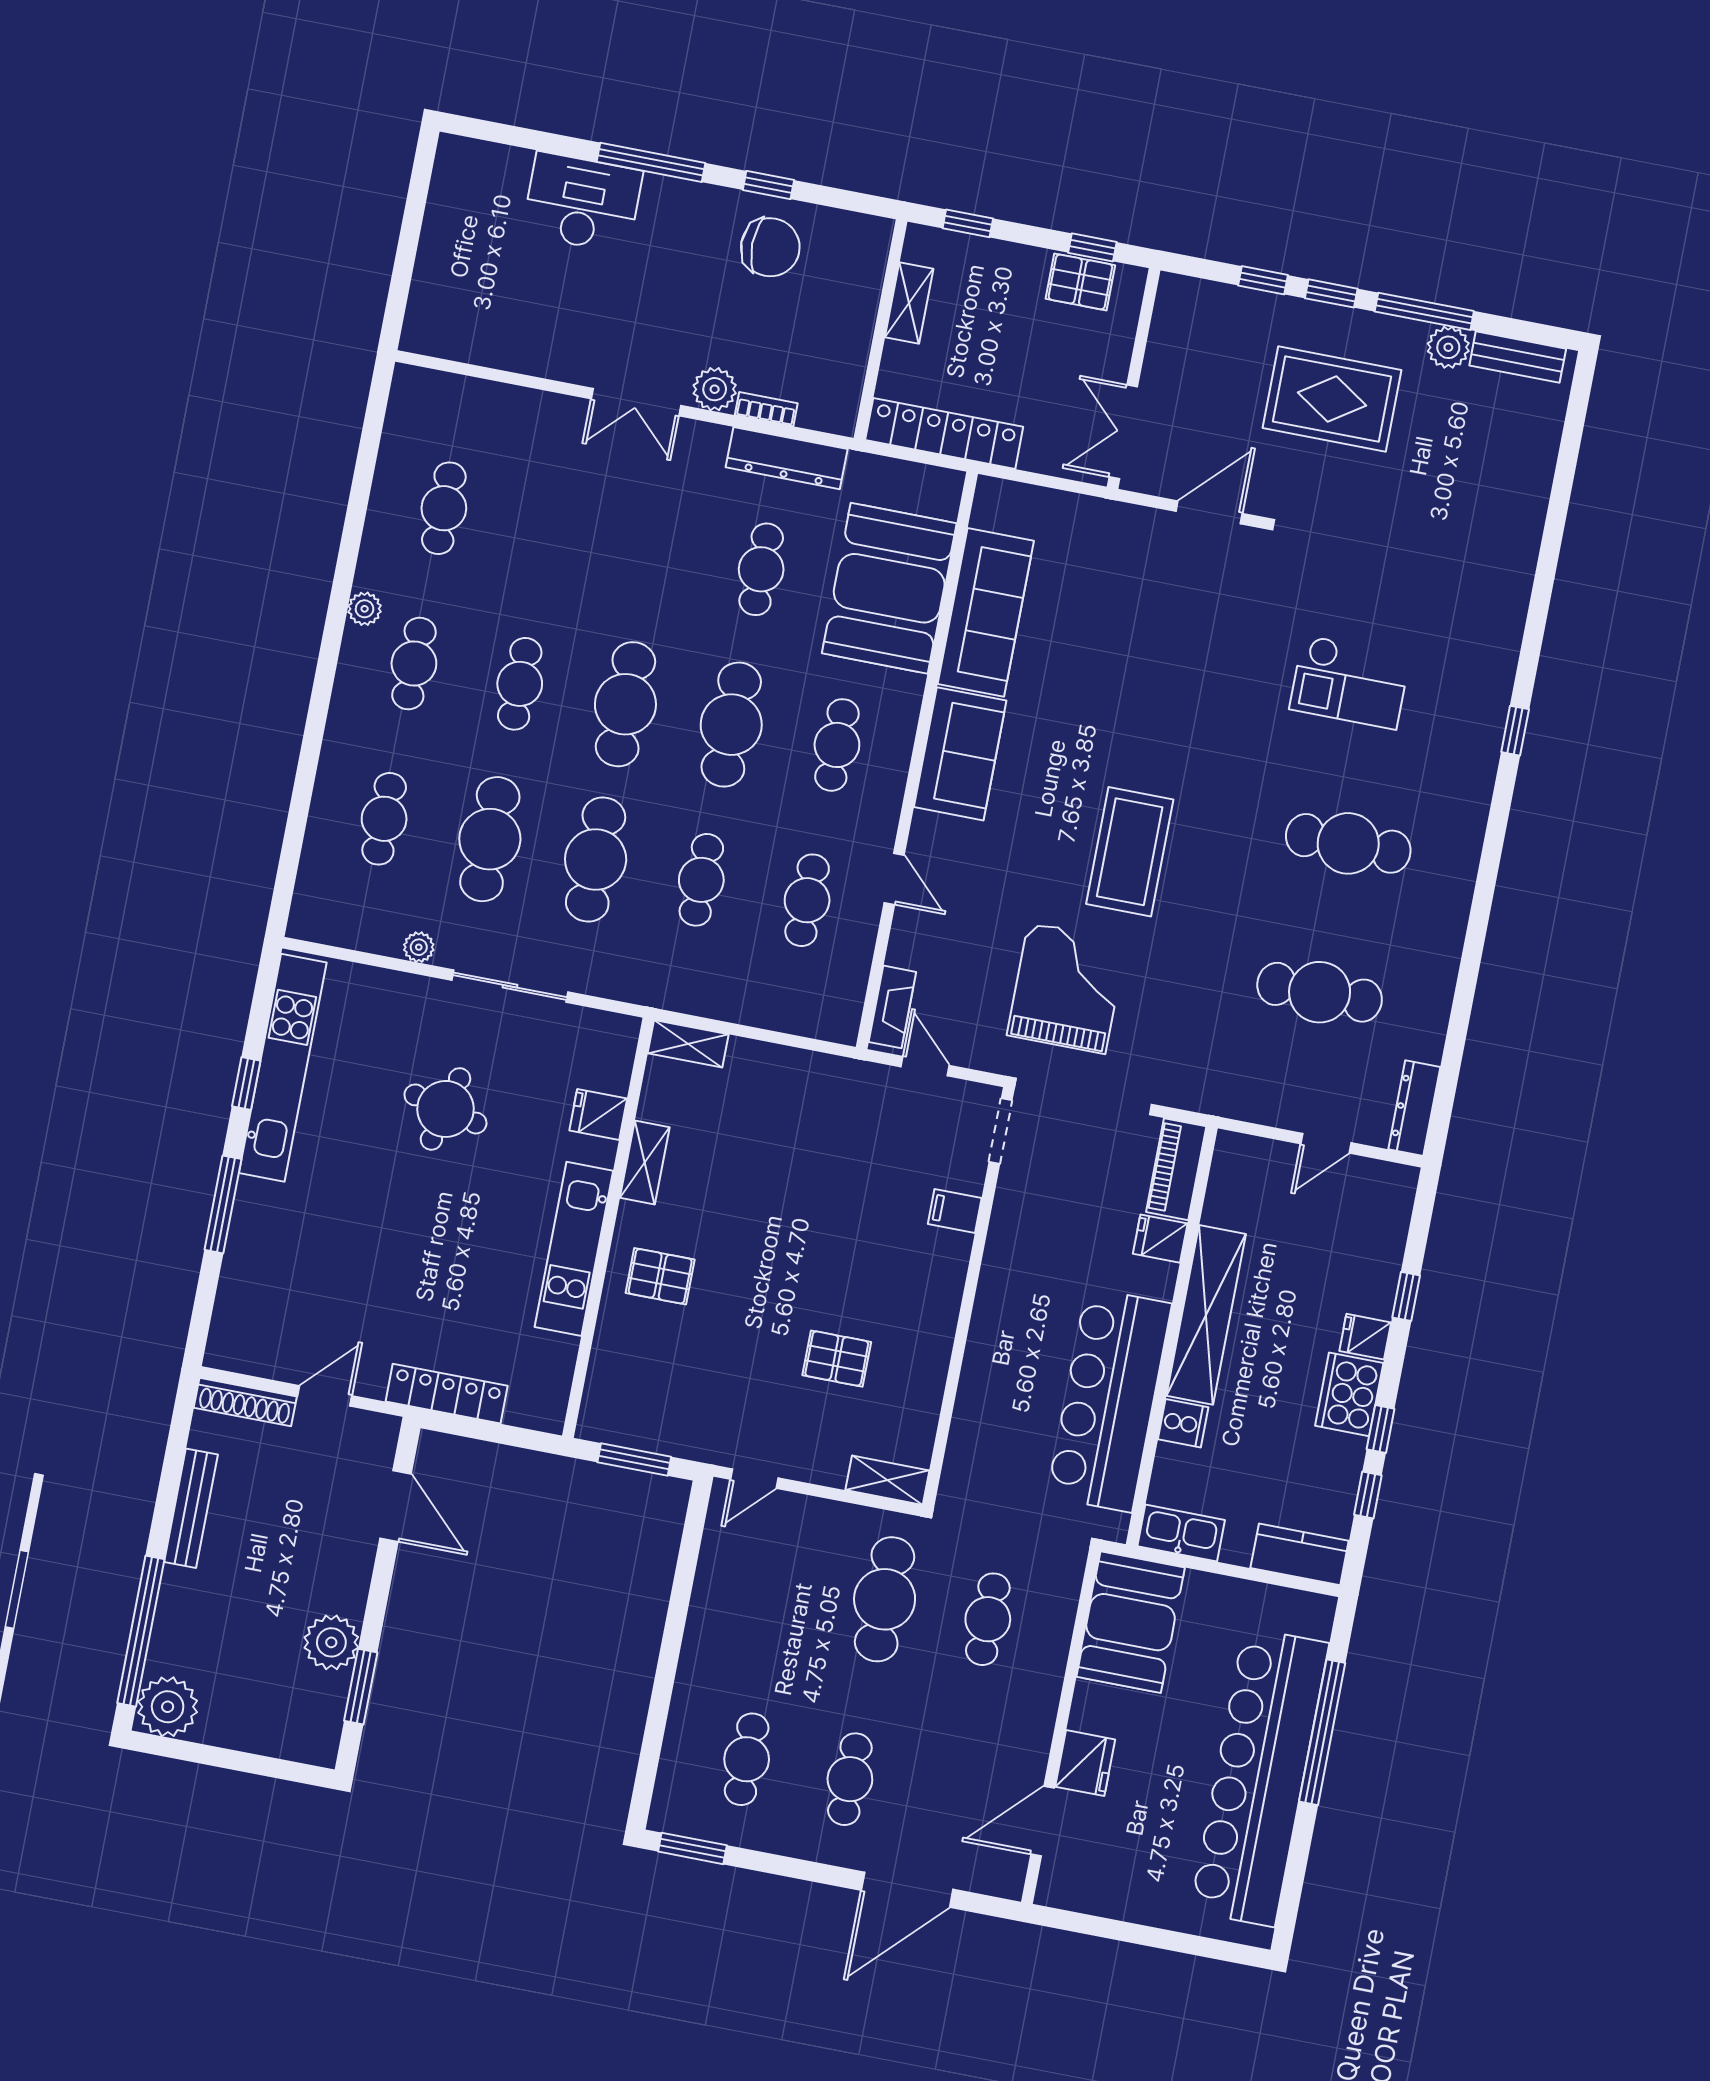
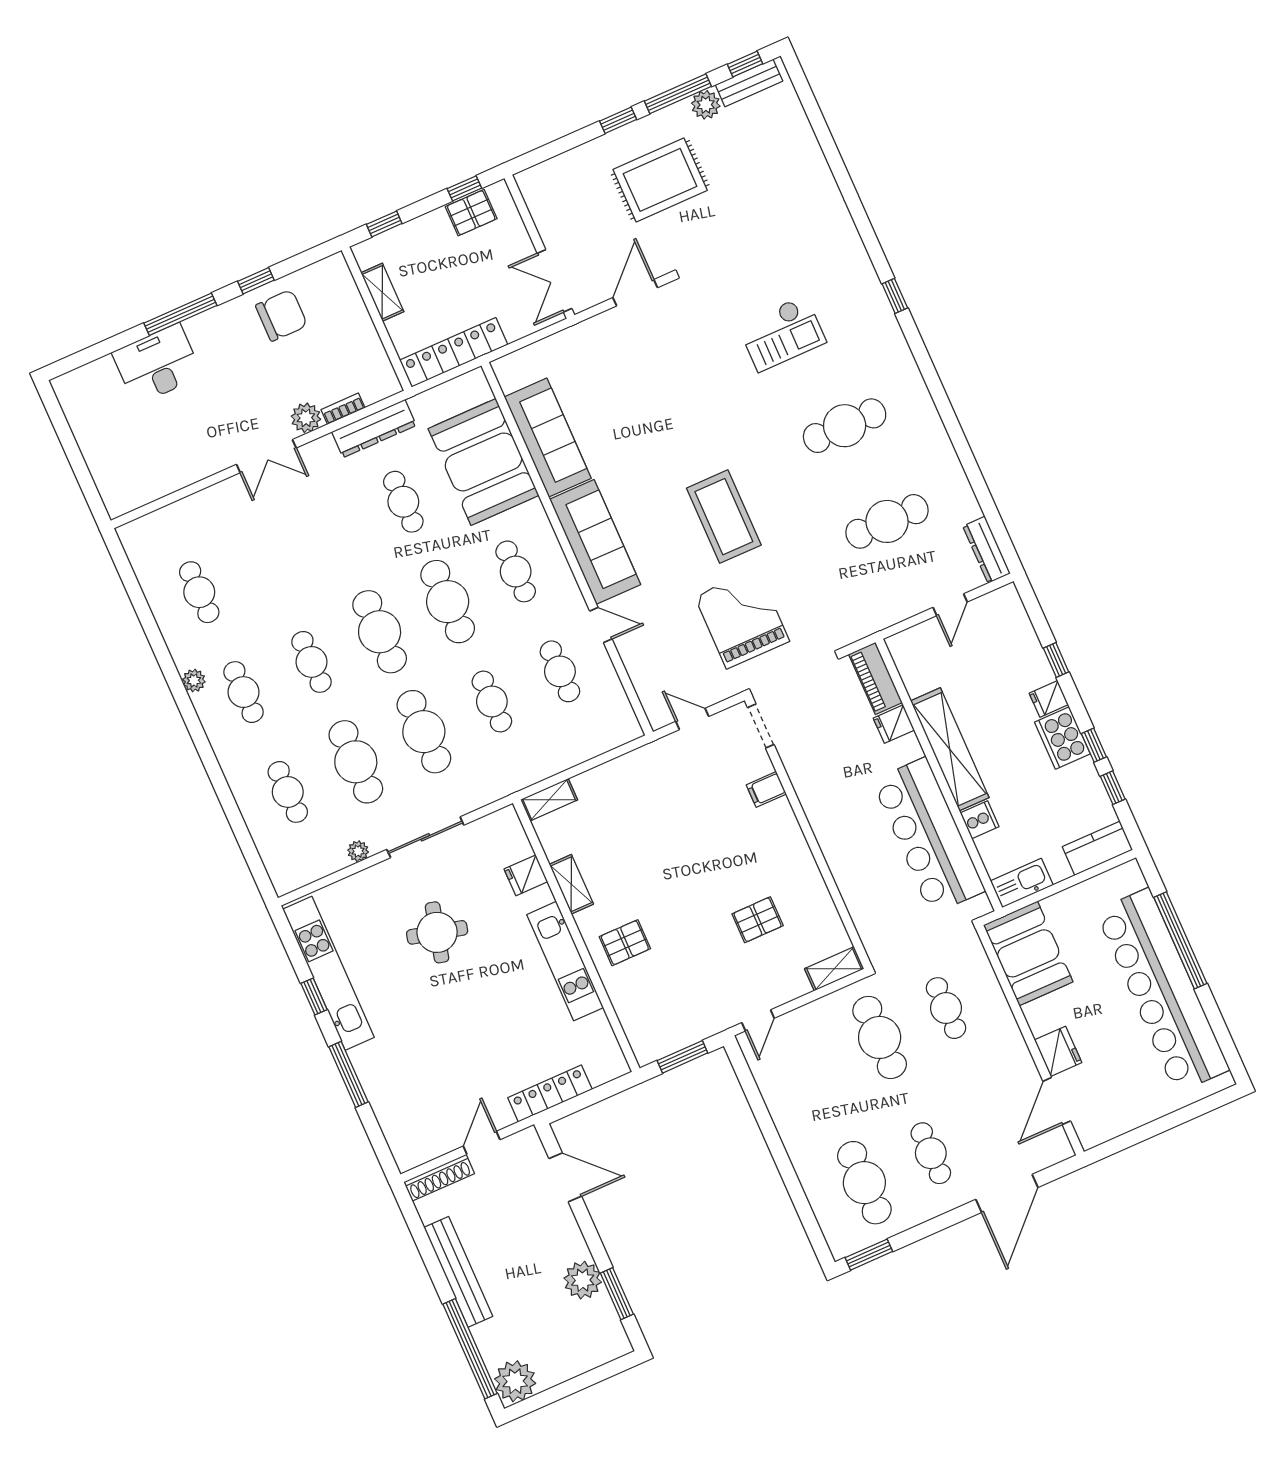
window: (1263, 280) -> (745, 64), moved
sofa: (960, 754) -> (595, 542), width x1.36
fireplace: (892, 1007) -> (650, 698), removed
bench: (191, 1508) -> (458, 1272), width x1.37, depth x1.21
cafe table: (747, 1759) -> (864, 1183), width x1.37, depth x1.35

